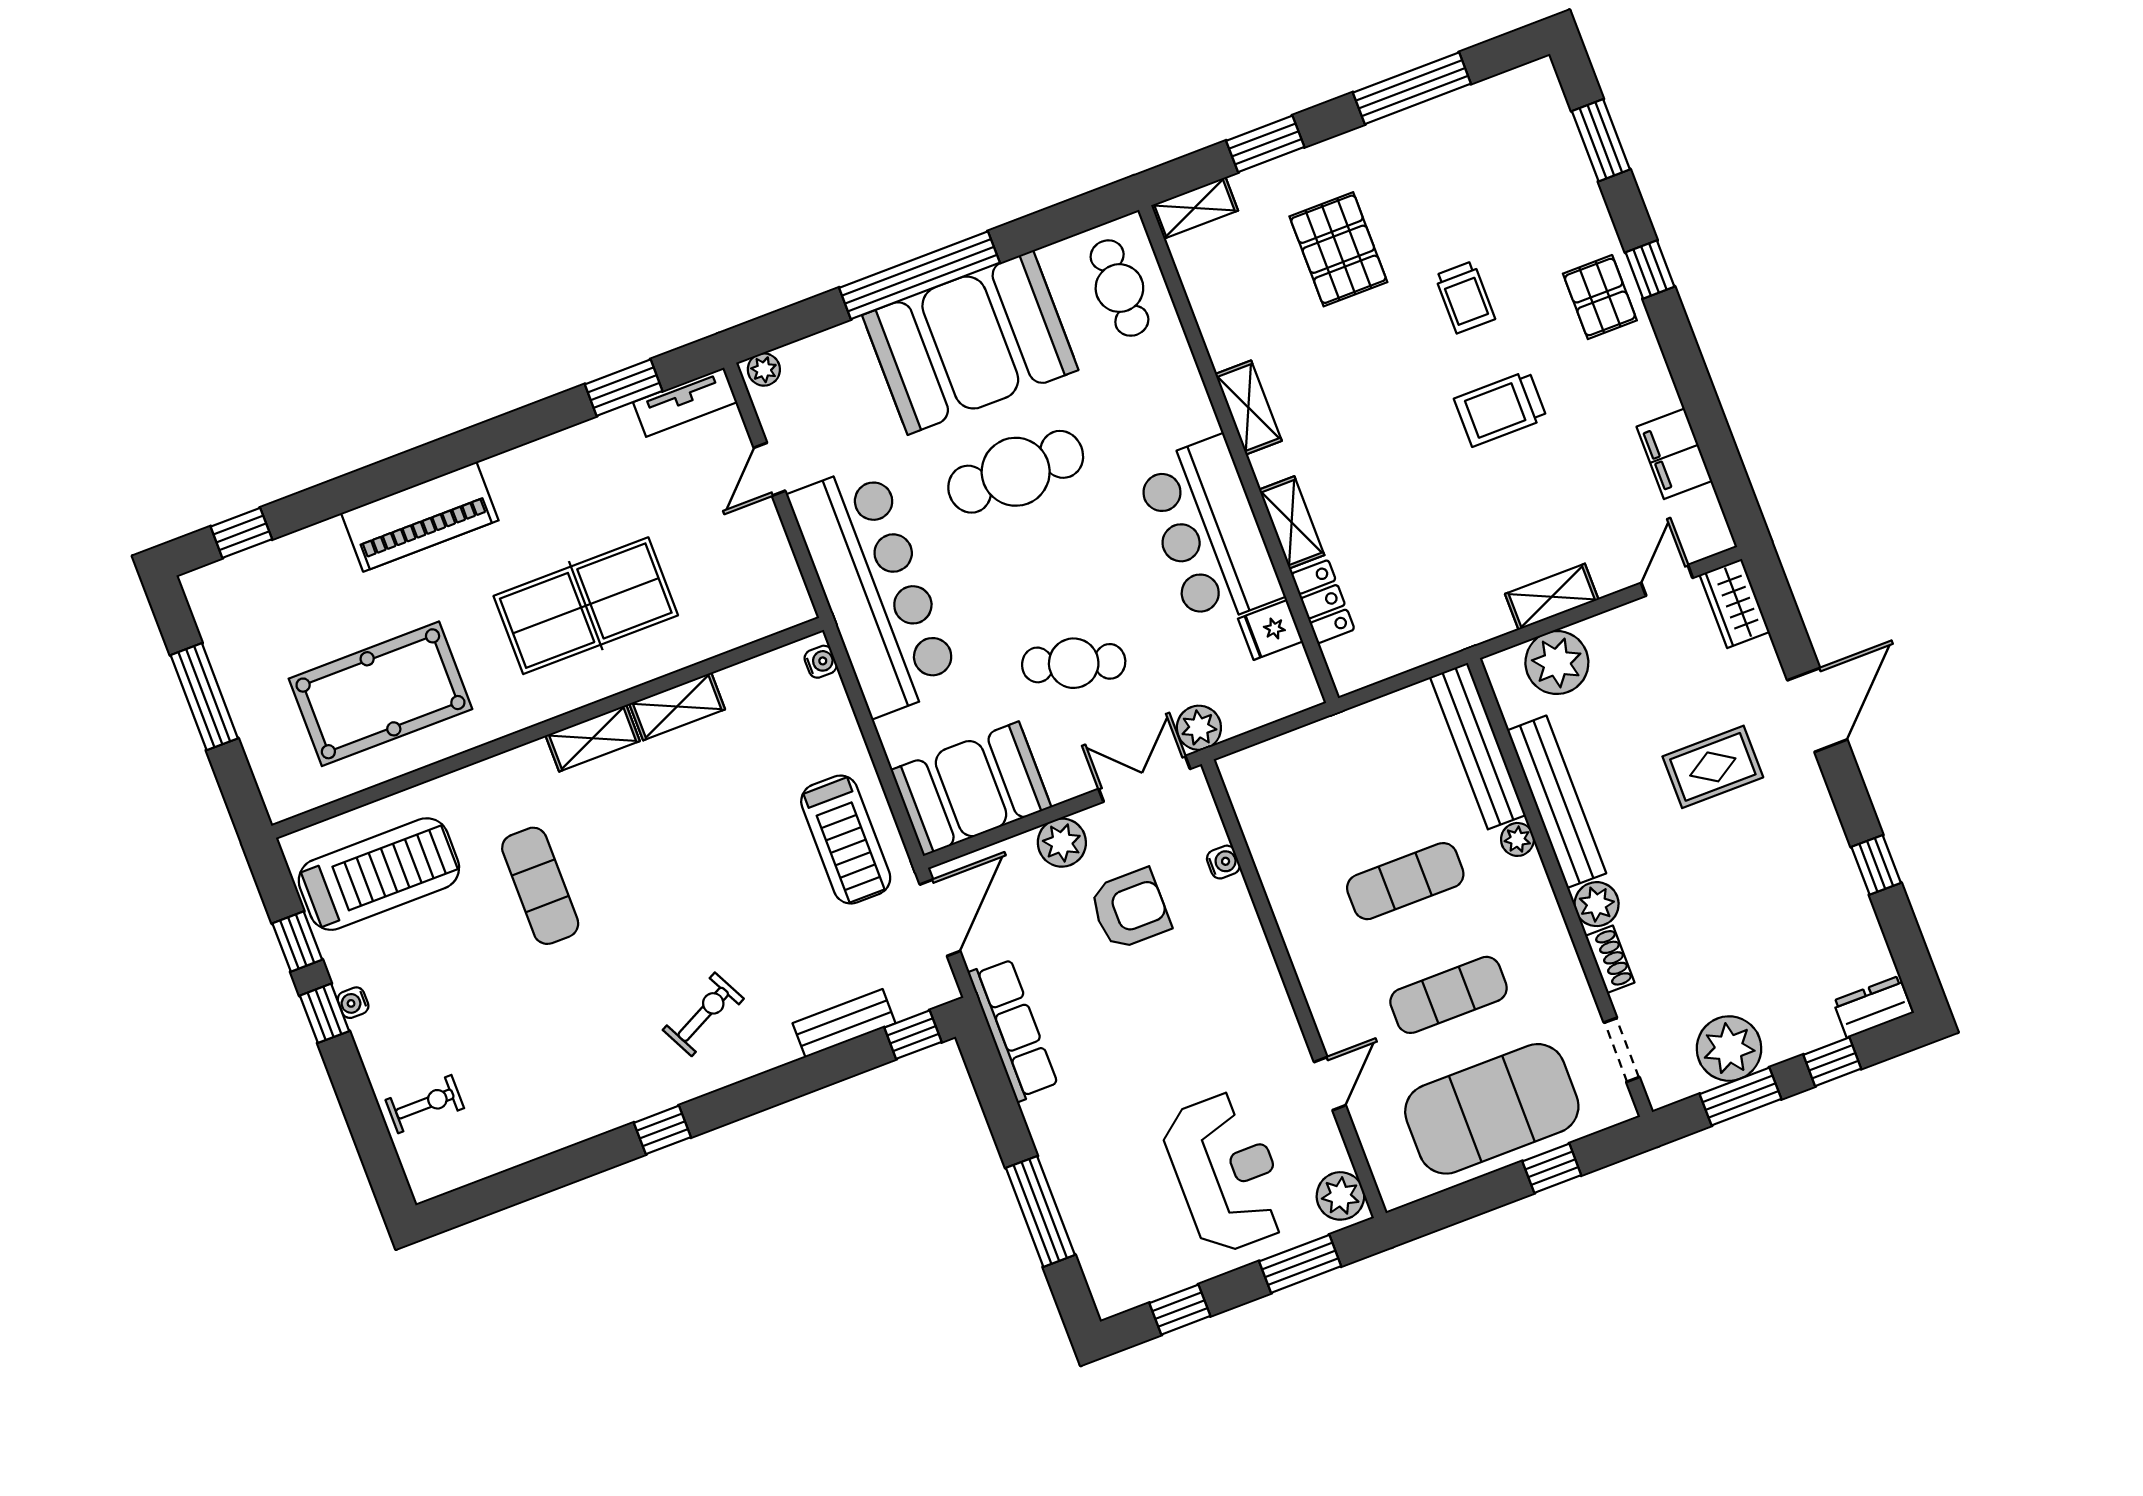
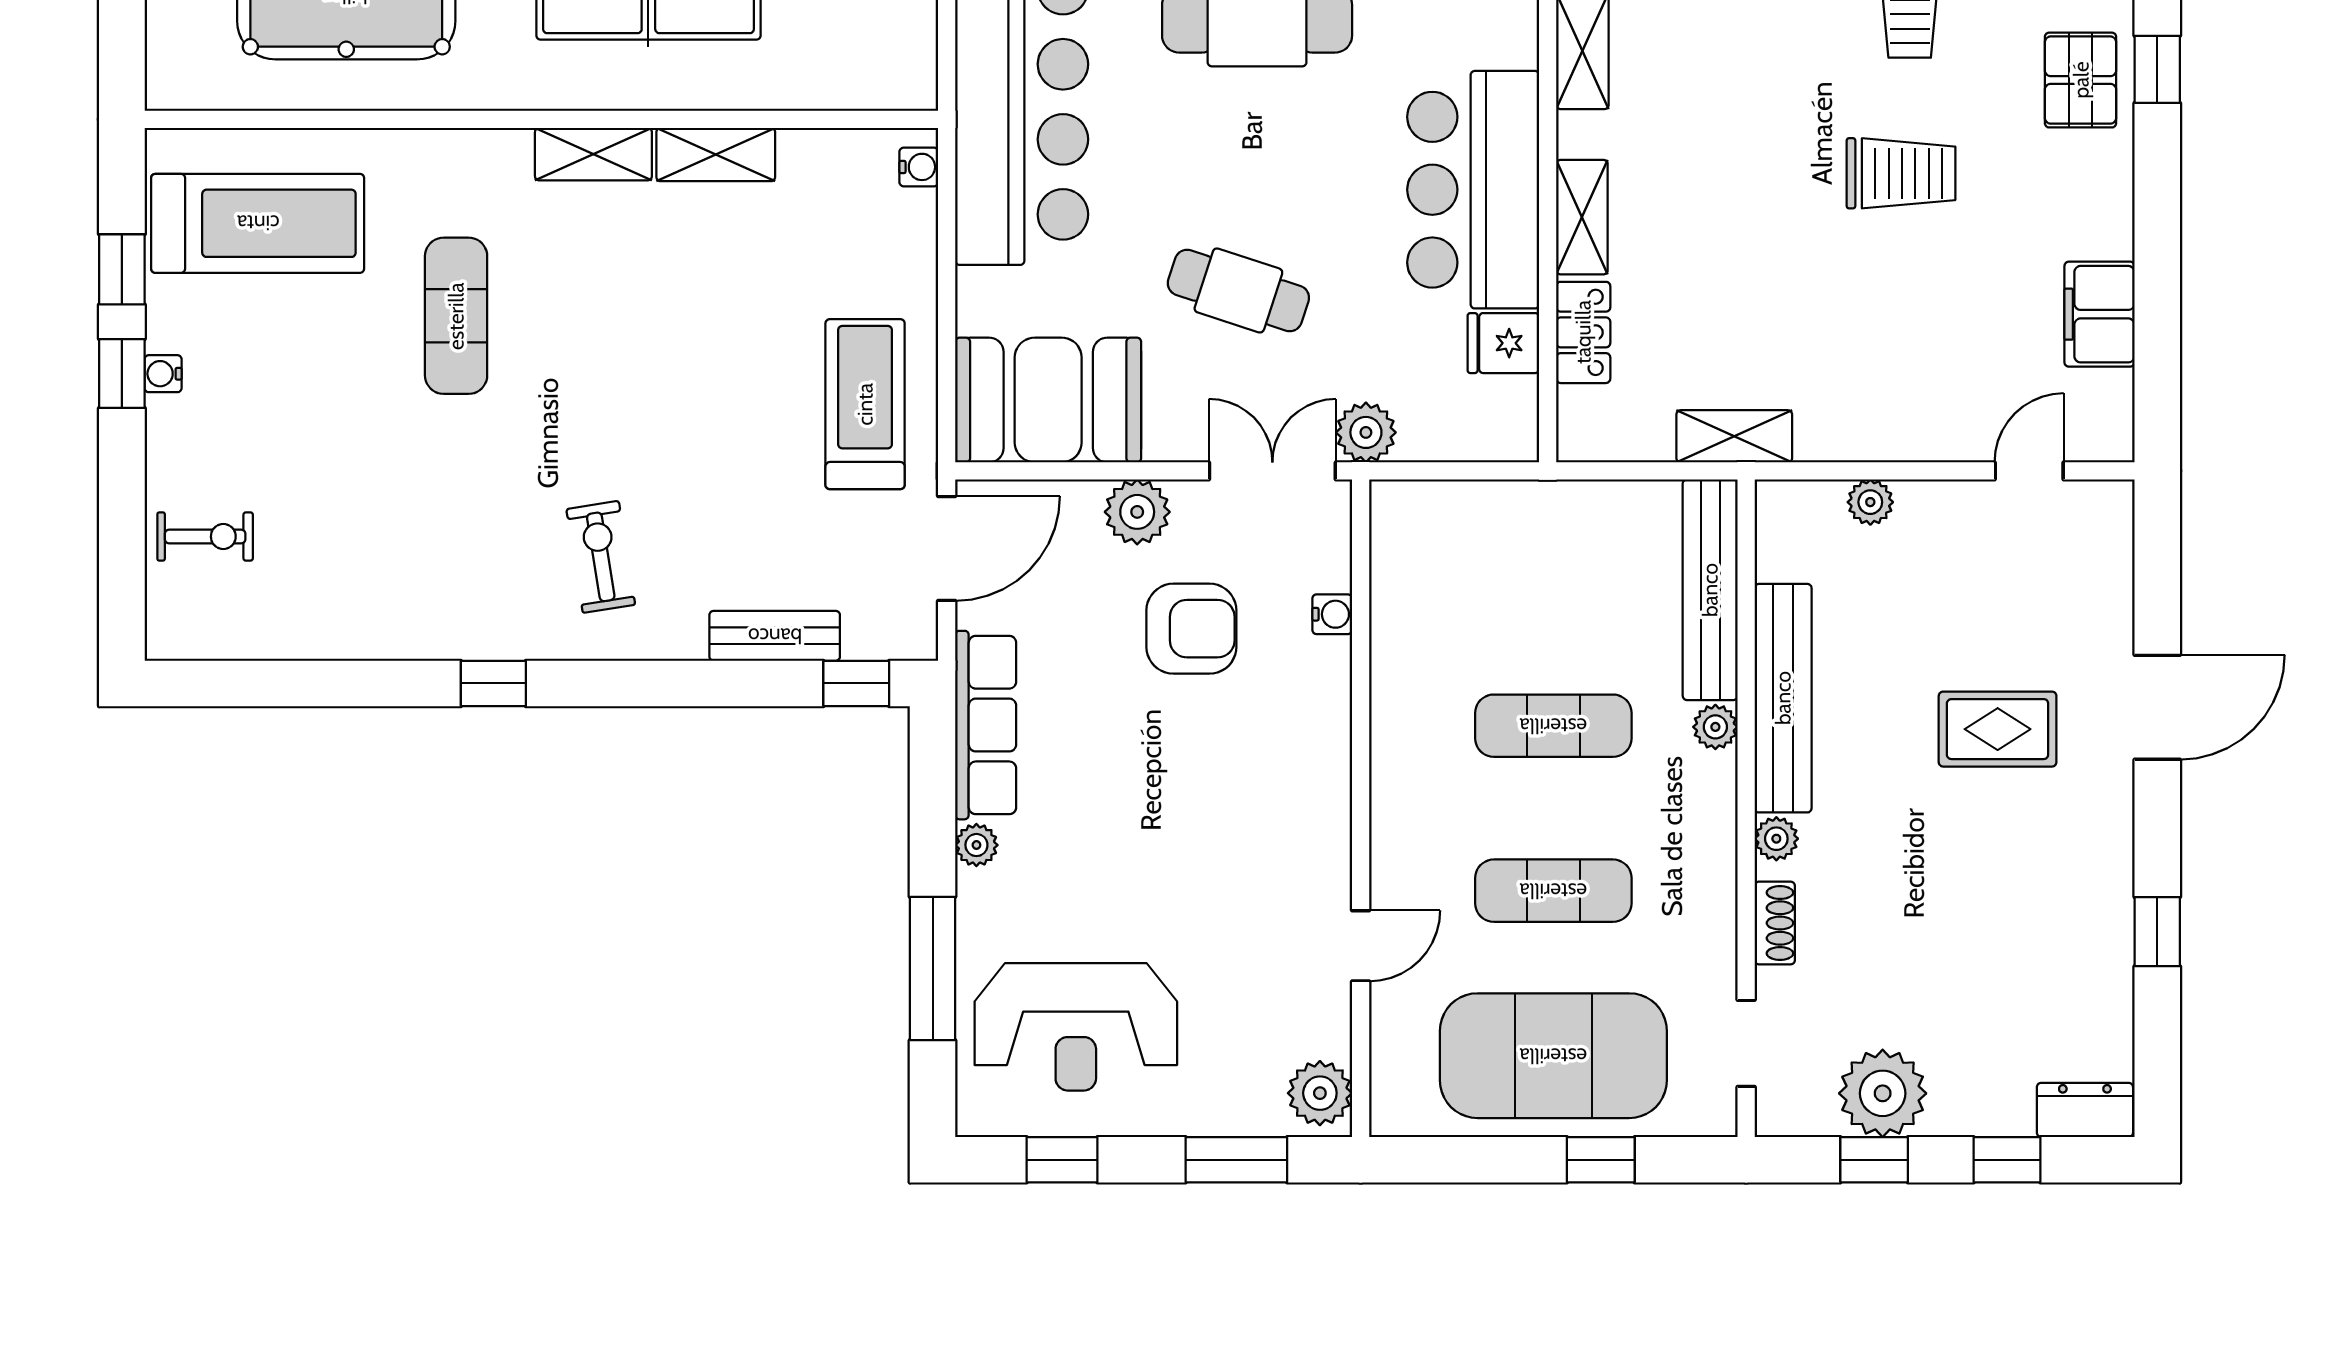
trolley: (1500, 409) -> (1901, 173), turned 180
shelving: (1552, 597) -> (1734, 436), moved
wardrobe: (1735, 603) -> (2104, 533), removed
plant: (1557, 663) -> (1870, 502), width x0.53, depth x0.53
treadmill: (846, 840) -> (865, 404), turned 180
plant: (1597, 904) -> (1776, 839), width x0.73, depth x0.73
exercise bike: (703, 1014) -> (601, 557), turned -72
window: (1741, 1097) -> (1874, 1160), width x0.67
plant: (1038, 1115) -> (976, 845), added
reception desk: (1226, 1172) -> (1076, 1027), moved, turned 90

